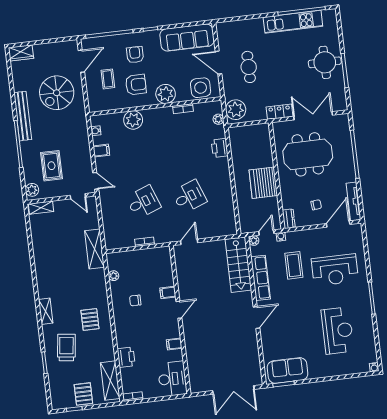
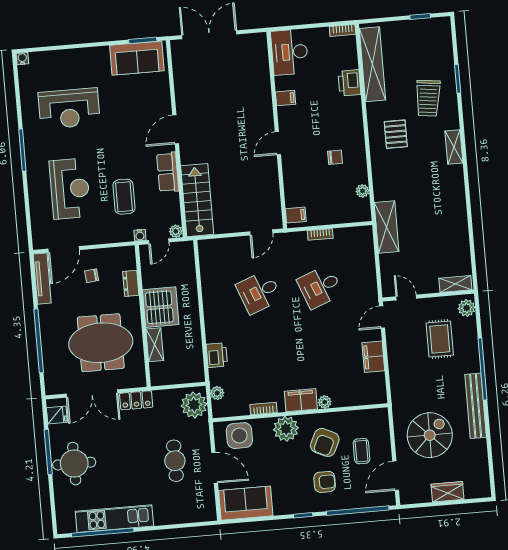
sofa: (187, 38) -> (246, 503), width x0.73
wardrobe: (21, 53) -> (448, 492), moved
armchair: (135, 55) -> (325, 482), turned -90
armchair: (136, 85) -> (325, 442), turned -65
fridge: (339, 99) -> (57, 415), added
filing cabinet: (155, 116) -> (301, 400), added
plant: (133, 120) -> (325, 402), width x0.53, depth x0.53
water cooler: (96, 131) -> (380, 383), removed
filing cabinet: (101, 151) -> (373, 357), width x2.00
shelving: (267, 154) -> (155, 345), added
door: (96, 181) -> (382, 317), hinge flipped
dresser: (289, 219) -> (131, 283), moved
reception desk: (335, 270) -> (70, 189), turned 90
row of seats: (261, 278) -> (168, 172), width x0.68
filing cabinet: (168, 292) -> (296, 215), moved
reception desk: (338, 331) -> (69, 109), turned -90
shelving: (110, 381) -> (372, 64), width x1.47
pallet: (83, 394) -> (408, 36), removed

